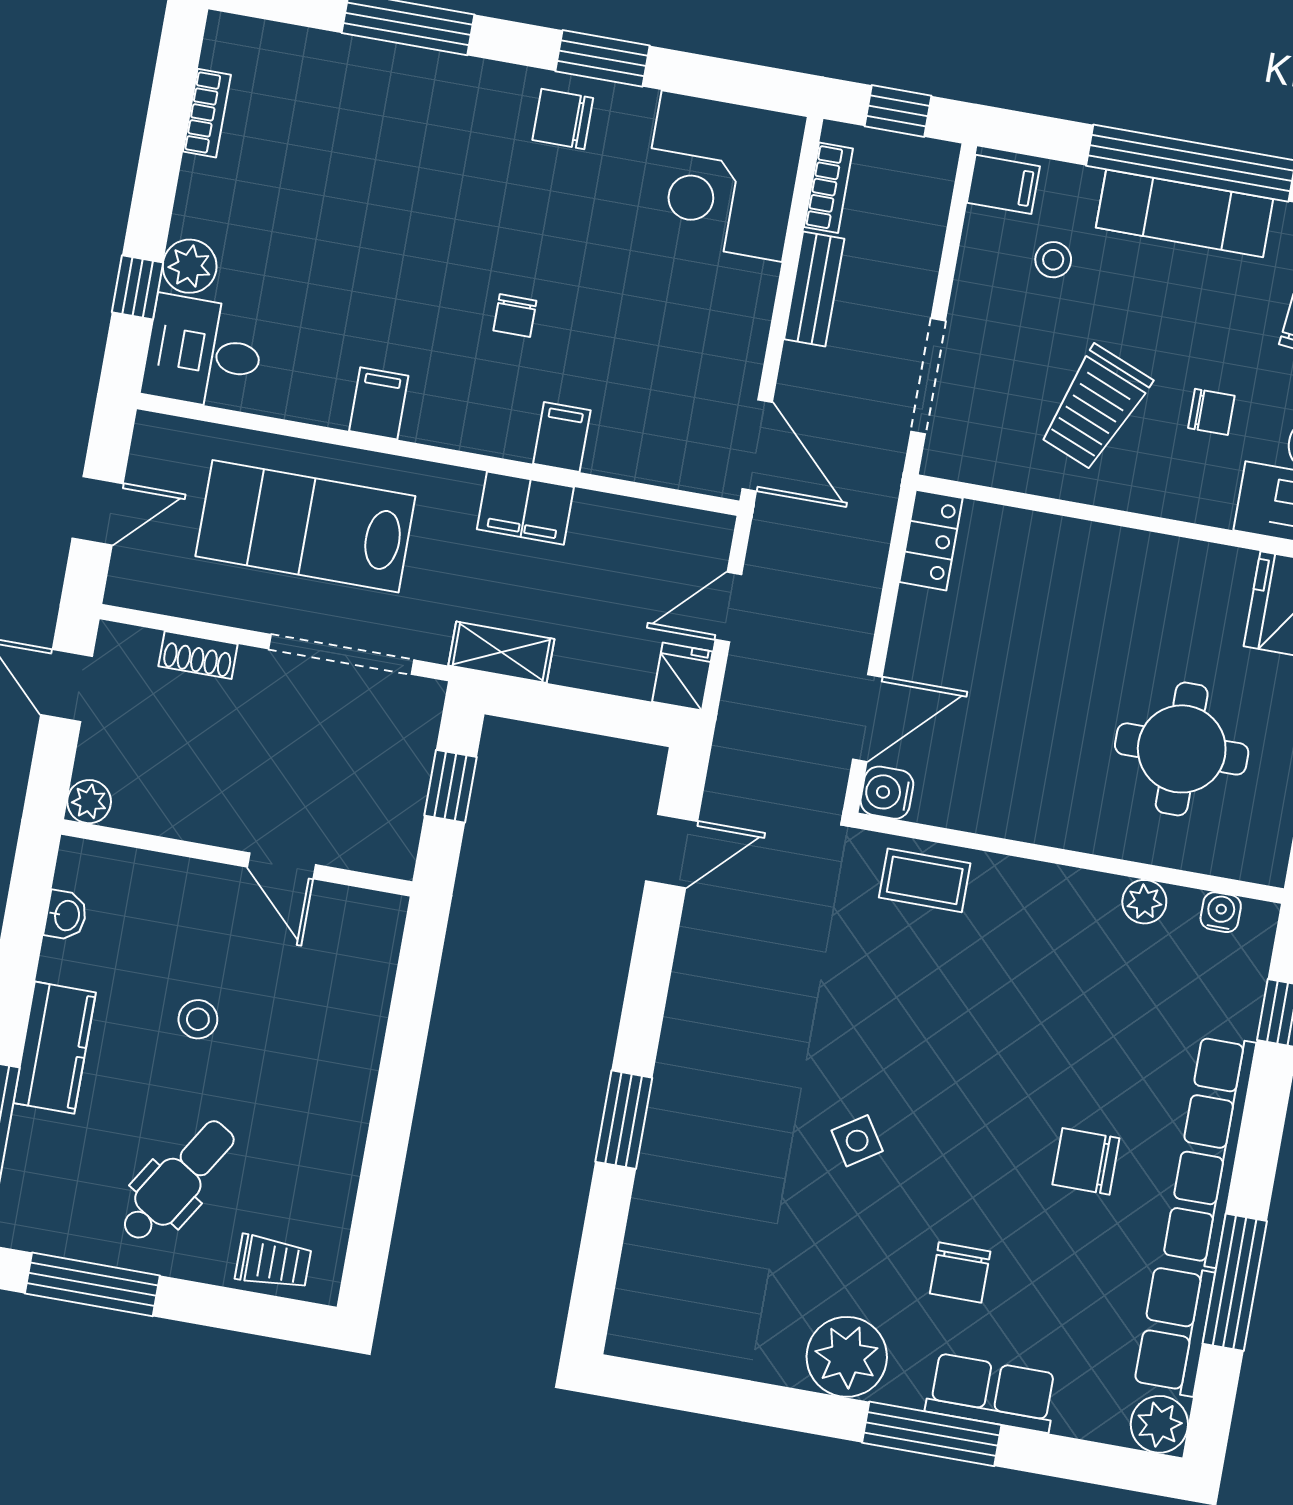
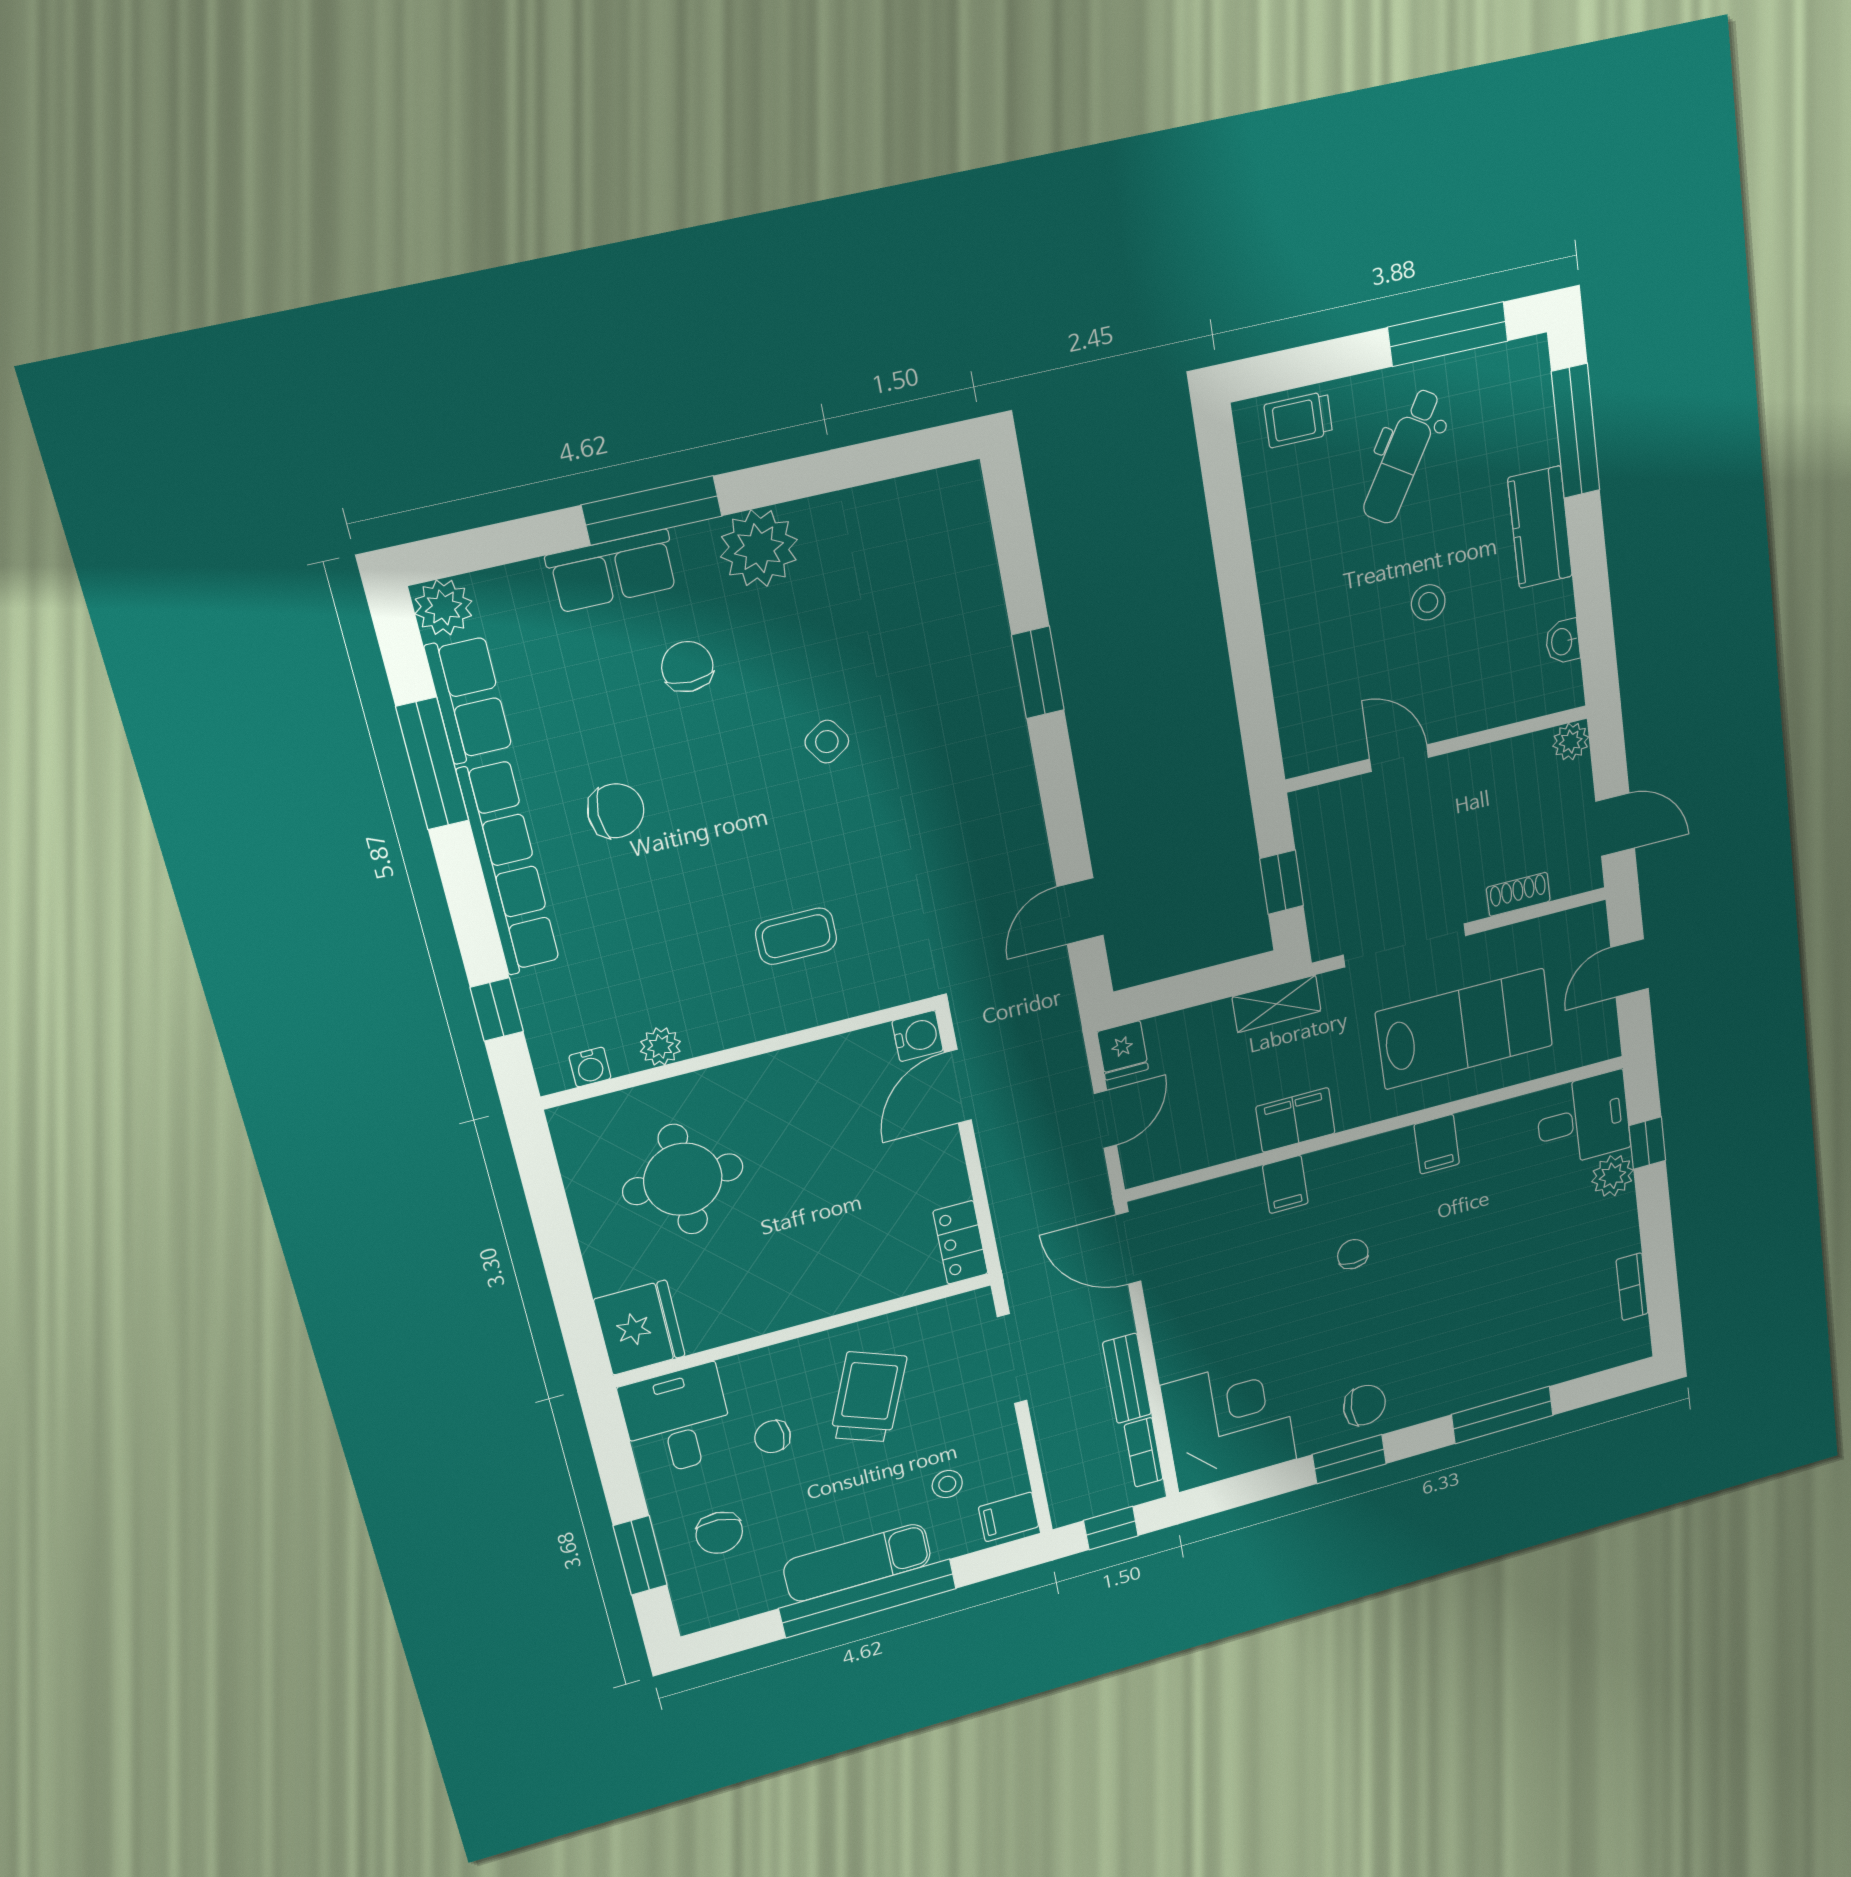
coffee table: (925, 880) -> (796, 936), moved

